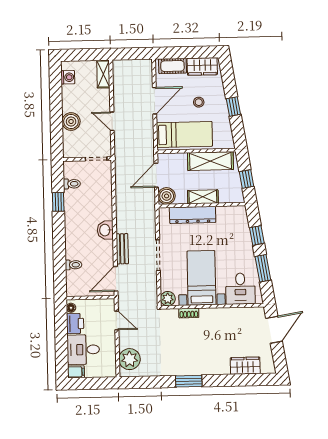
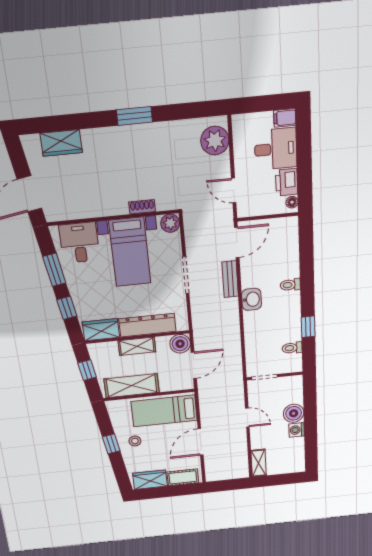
washing machine: (68, 77) -> (297, 430), moved
stool: (199, 102) -> (135, 441), moved
wardrobe: (231, 214) -> (101, 330), added
toilet: (73, 265) -> (290, 285), moved

